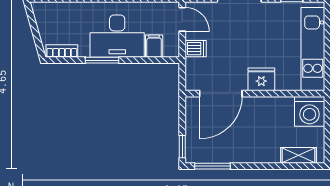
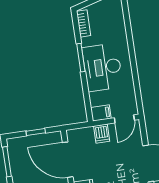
filing cabinet: (154, 46) -> (101, 113), moved
window: (182, 147) -> (36, 132), moved

